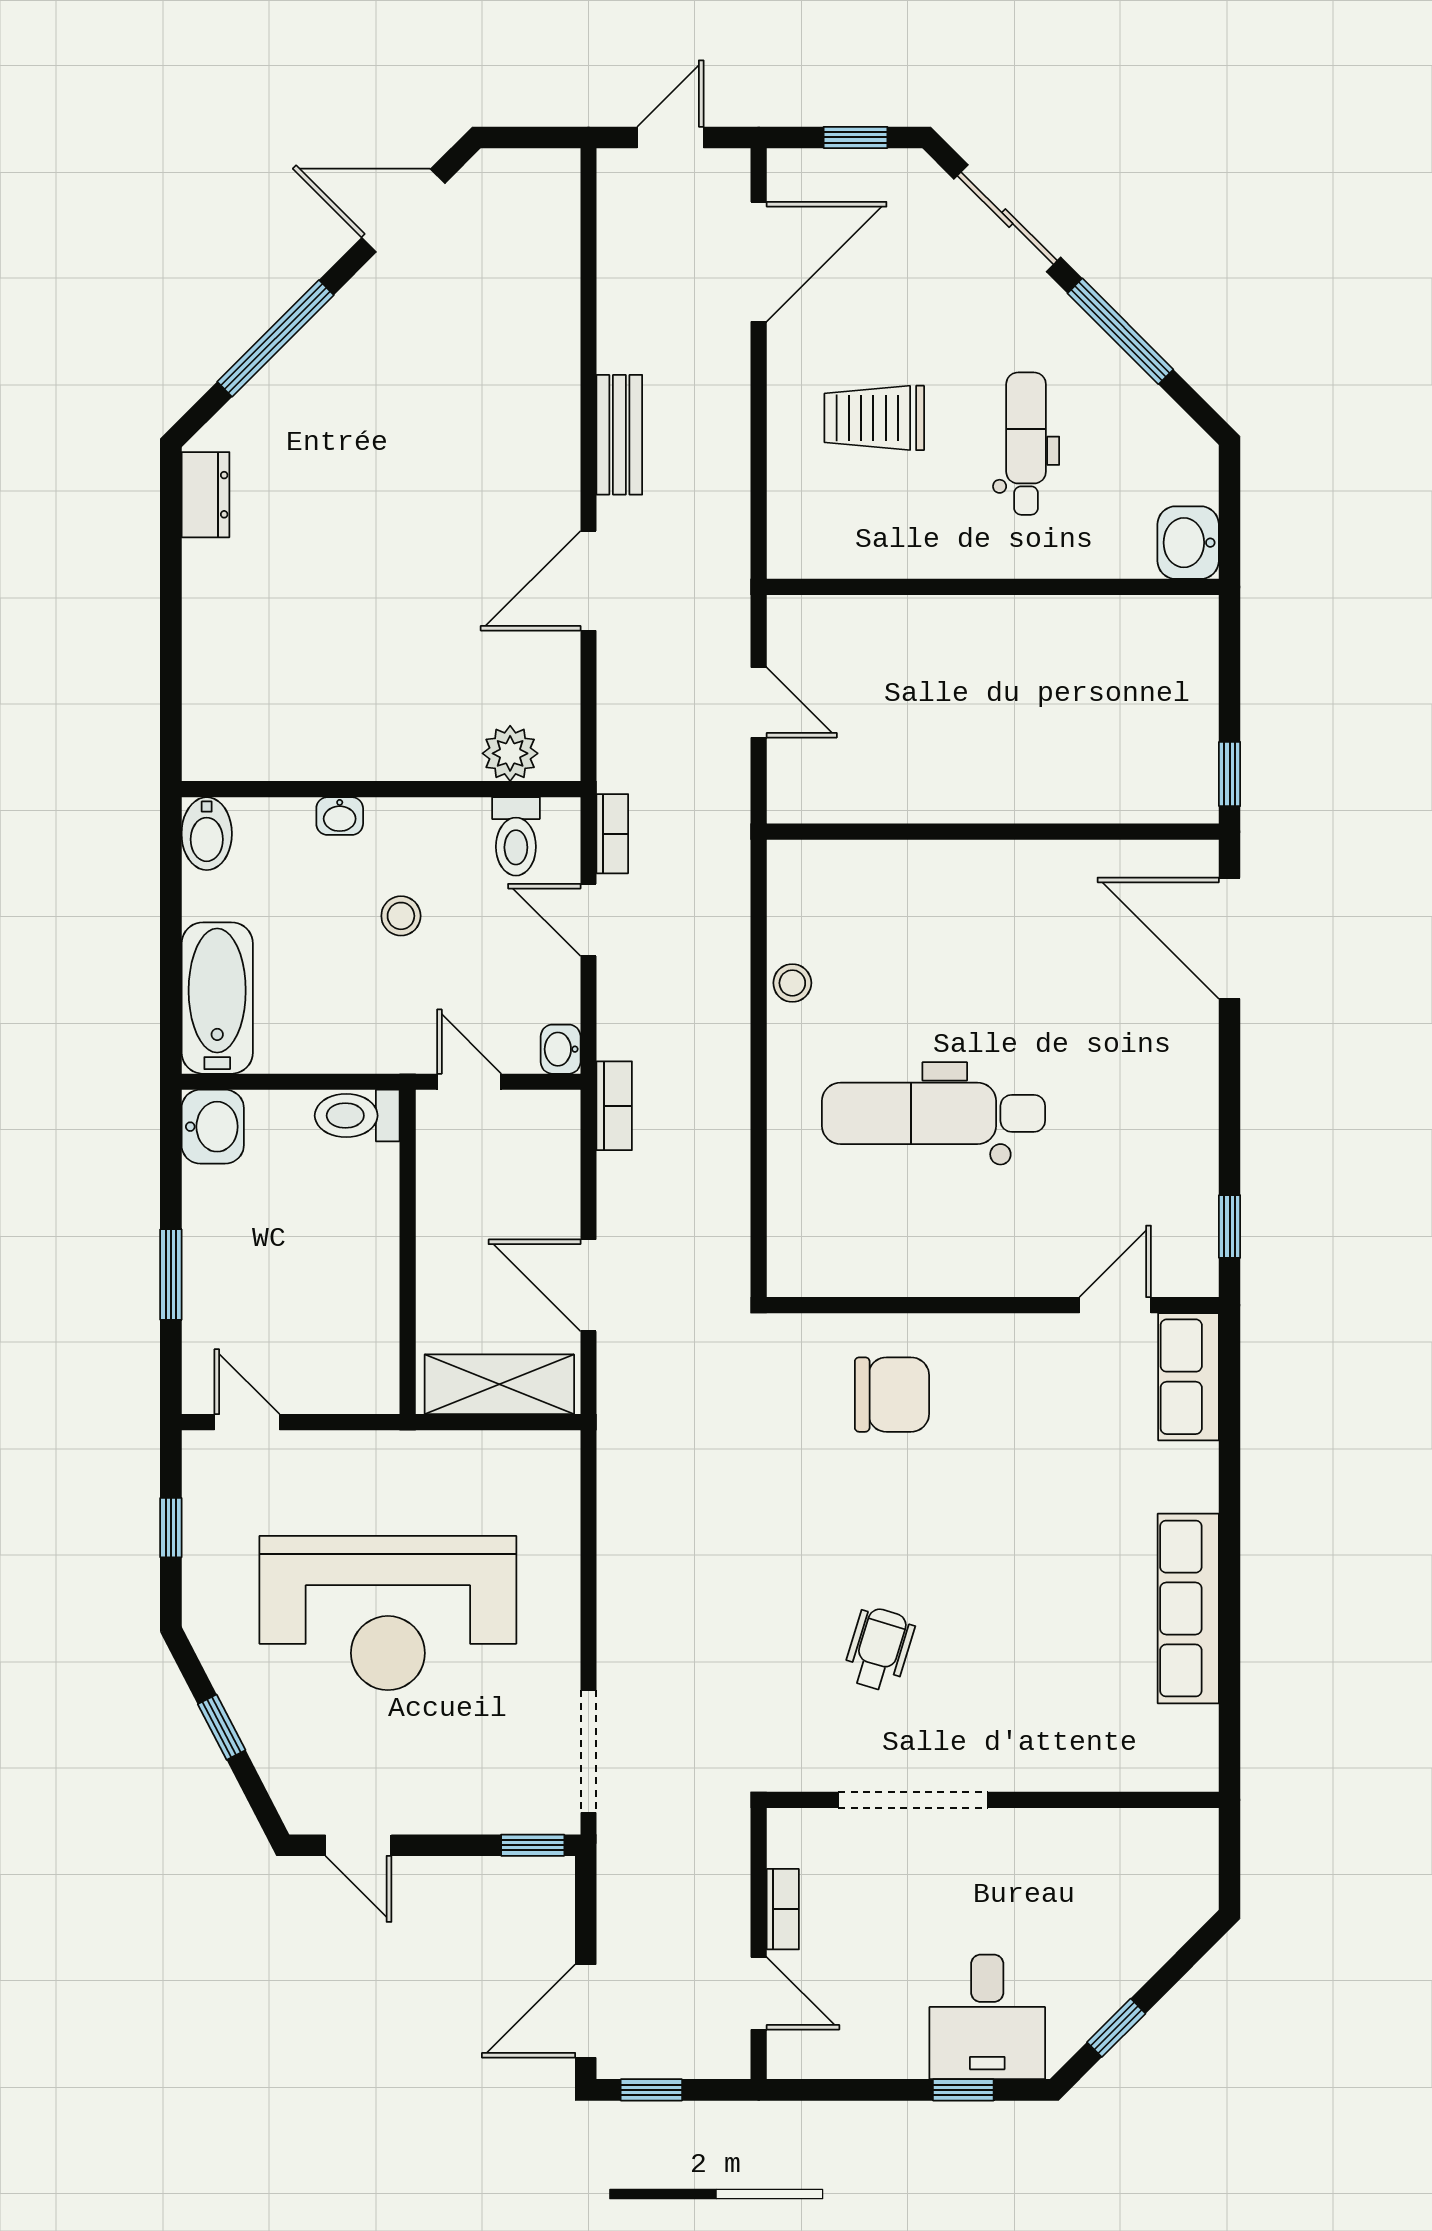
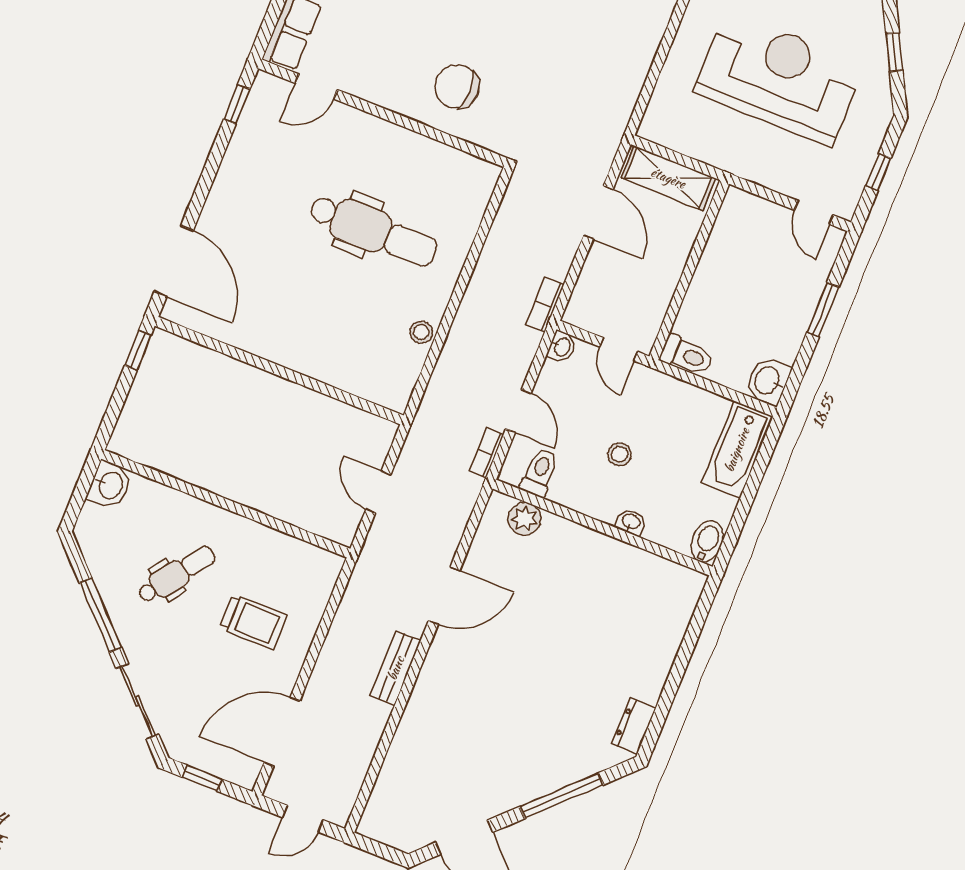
dental chair: (1026, 444) -> (176, 574), turned -144

